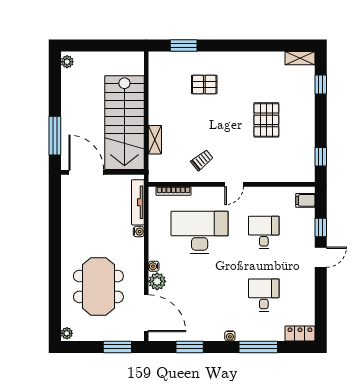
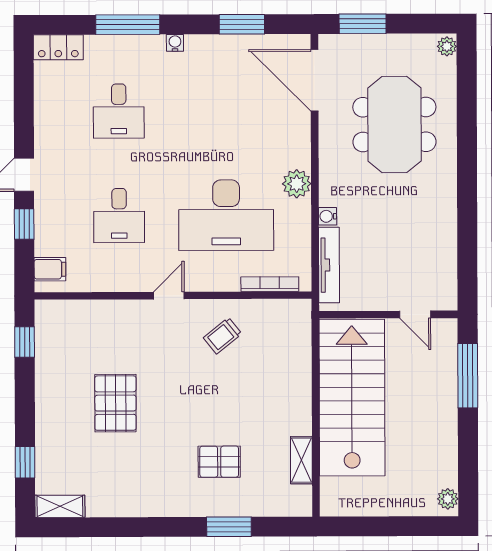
window: (184, 45) -> (229, 527), moved
shelving: (155, 140) -> (301, 460), moved
door: (86, 172) -> (415, 314), width x0.53
water cooler: (154, 266) -> (302, 159), removed
plant: (157, 281) -> (297, 184), moved

